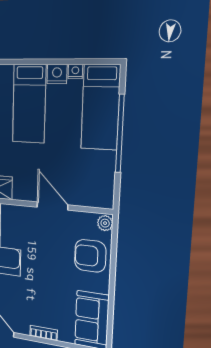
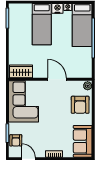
armchair: (90, 256) -> (80, 105), turned -90

